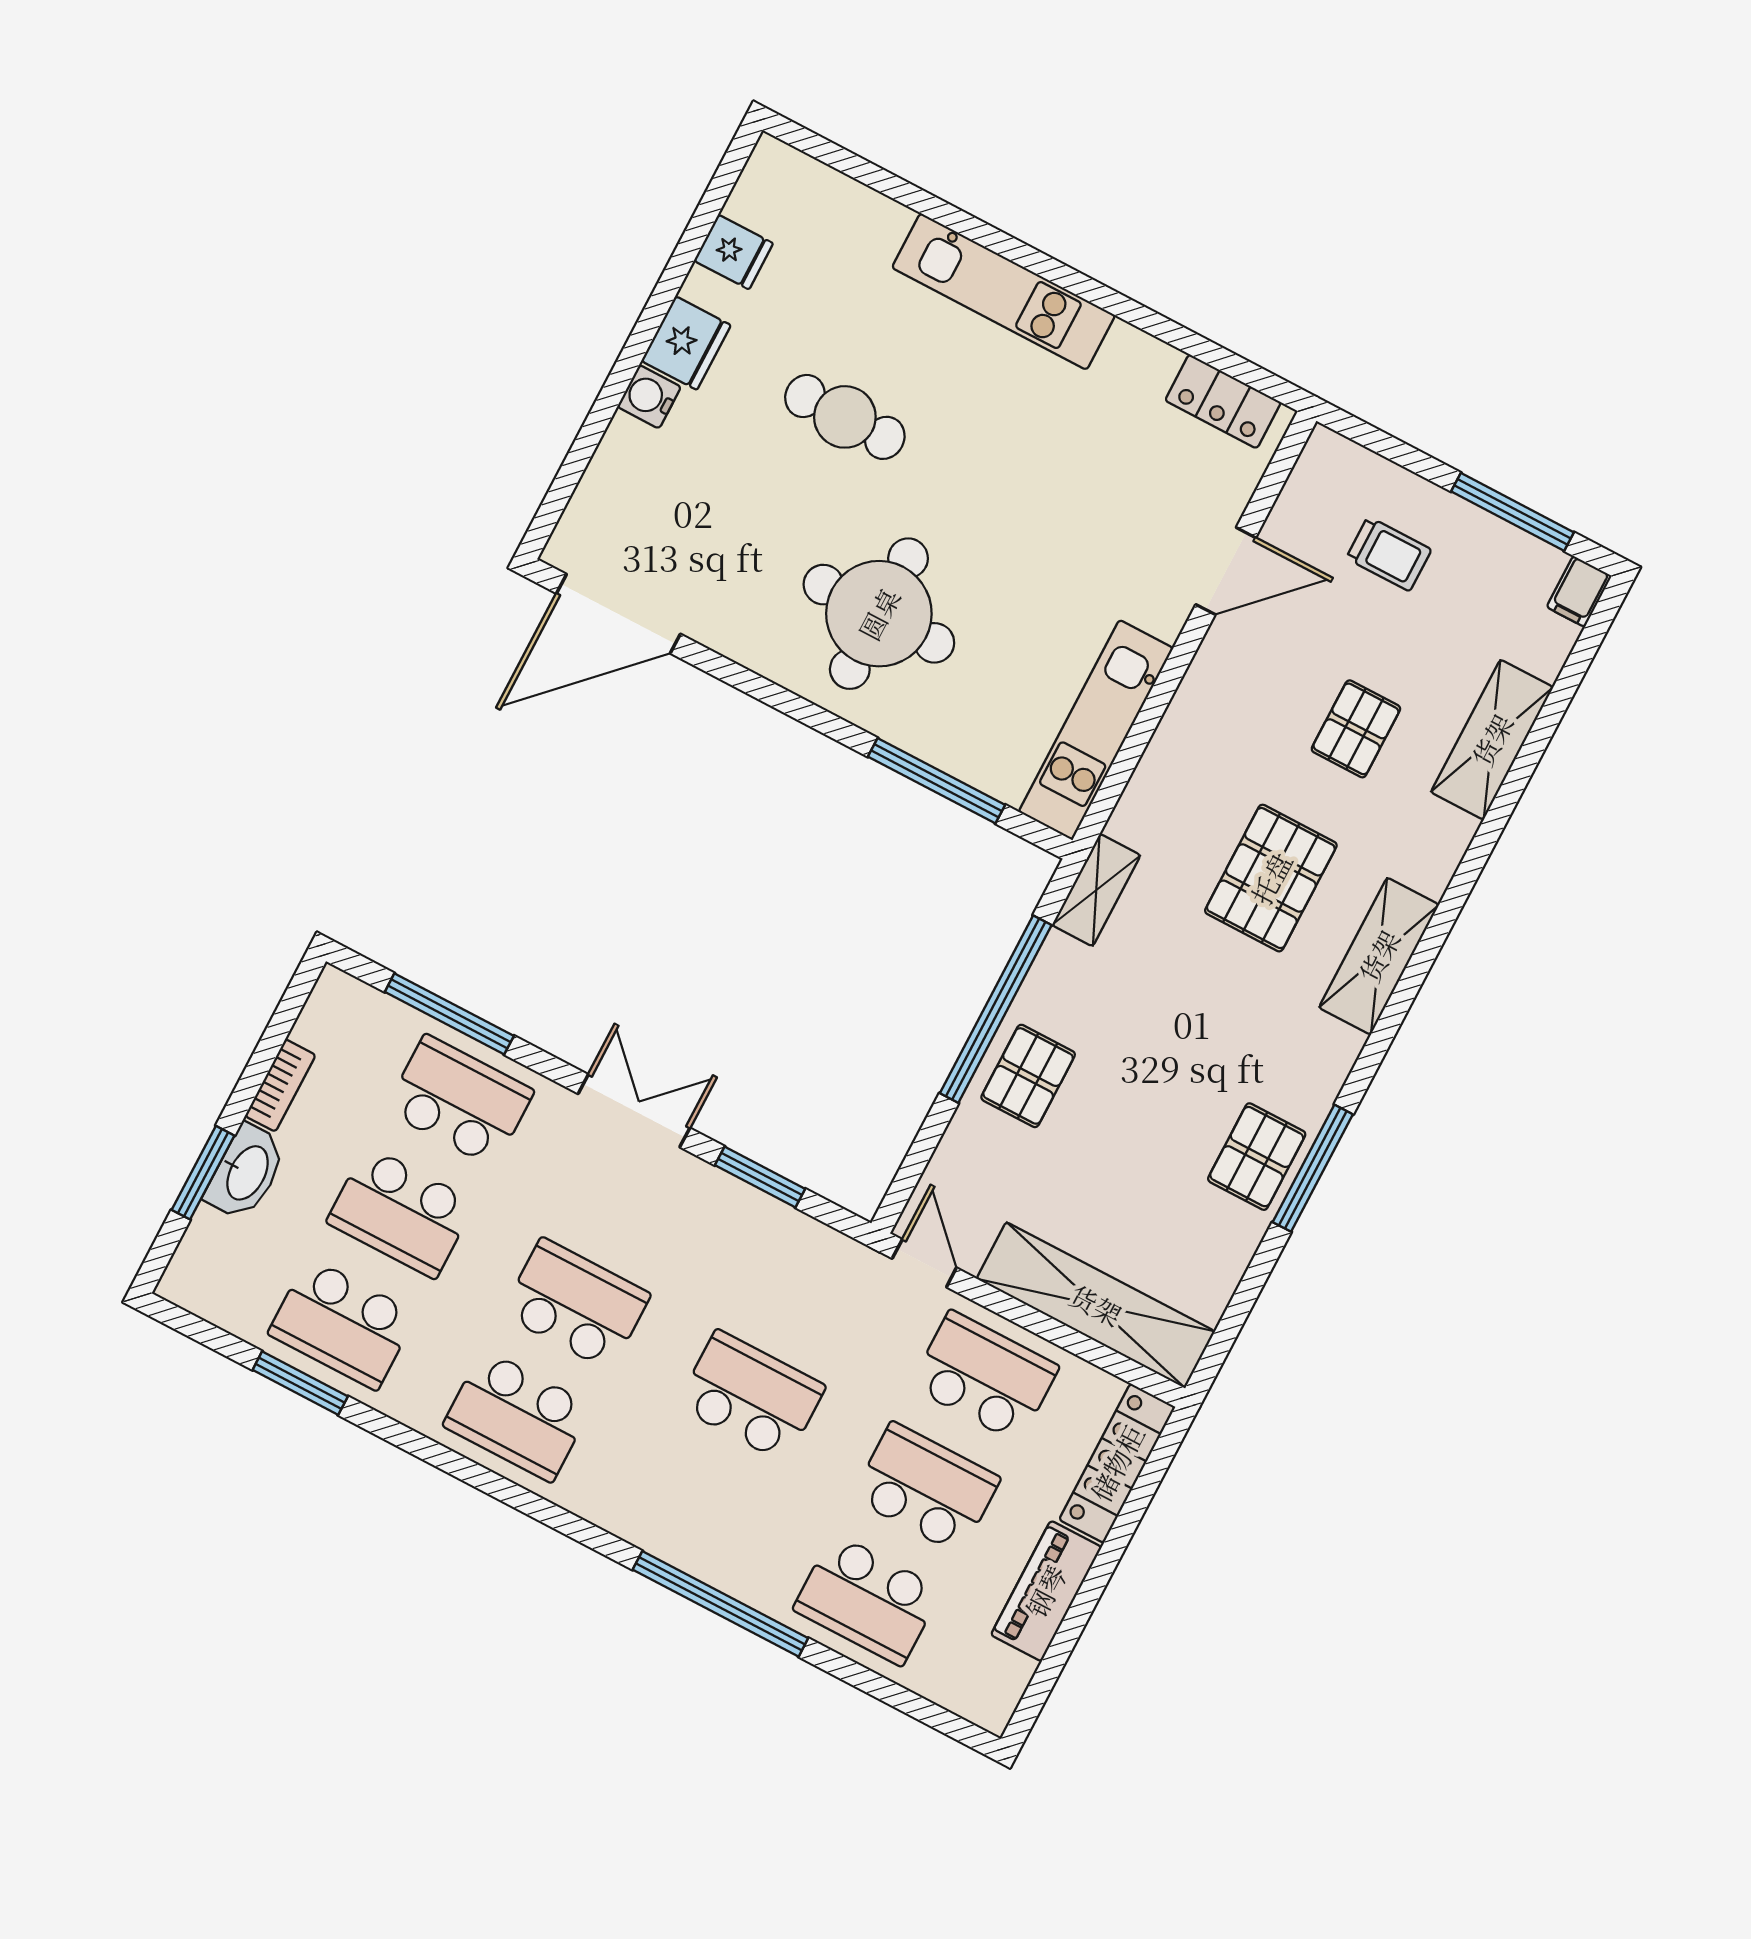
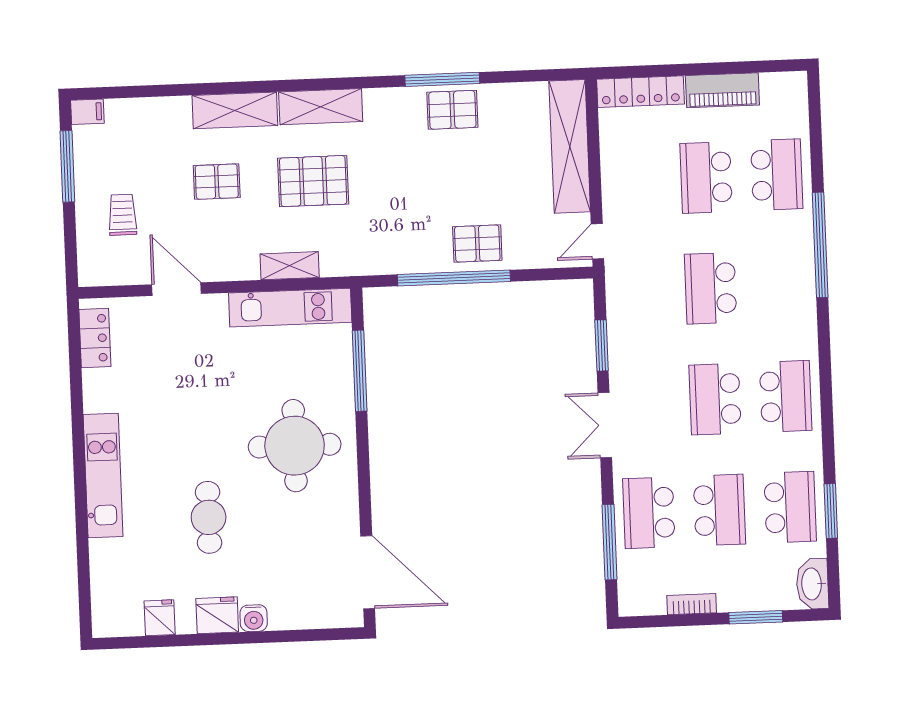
shelving: (1492, 740) -> (235, 110), moved
shelving: (1096, 890) -> (290, 266), moved
washbasin: (246, 1172) -> (812, 584), moved, turned -90
school desk: (985, 1376) -> (636, 180), removed

